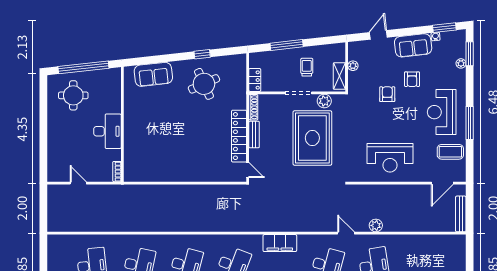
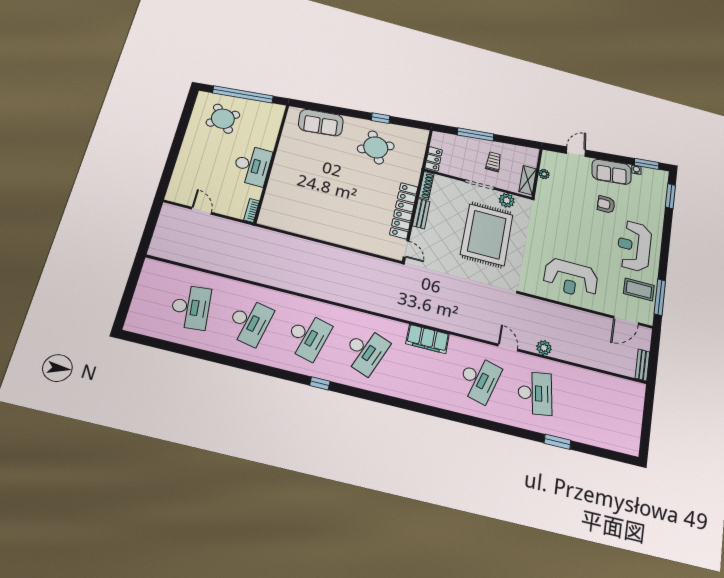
plant: (461, 63) -> (660, 203), removed
armchair: (412, 79) -> (606, 204), turned 90
armchair: (387, 94) -> (577, 212), removed
round table: (73, 95) -> (223, 119), turned -37
window: (470, 123) -> (660, 297), moved
bench: (461, 214) -> (642, 365), width x0.73

